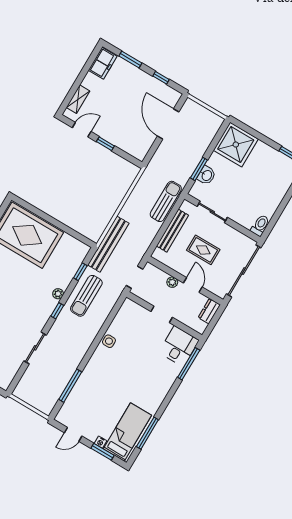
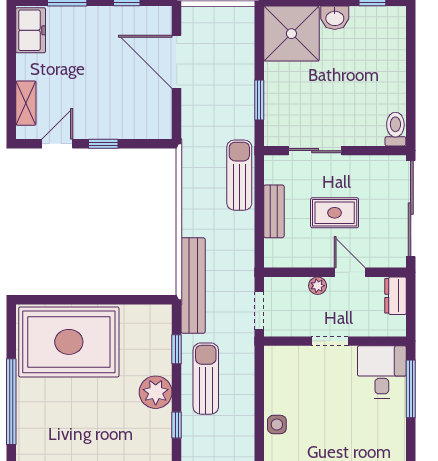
washbasin: (206, 175) -> (335, 18), moved, turned 90
bench: (172, 231) -> (274, 211), width x0.73
plant: (58, 294) -> (156, 392), width x1.88, depth x1.88
sun lounger: (86, 296) -> (206, 379), turned 180

